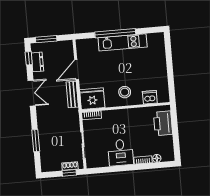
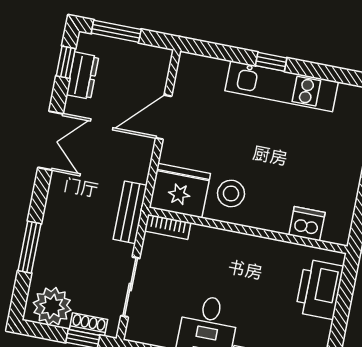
window: (115, 33) -> (271, 62), width x0.32
stool: (125, 92) -> (231, 193), moved
bench: (72, 94) -> (130, 212), moved
plant: (52, 163) -> (52, 306), added

